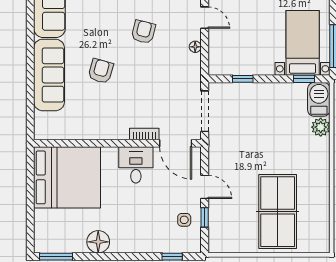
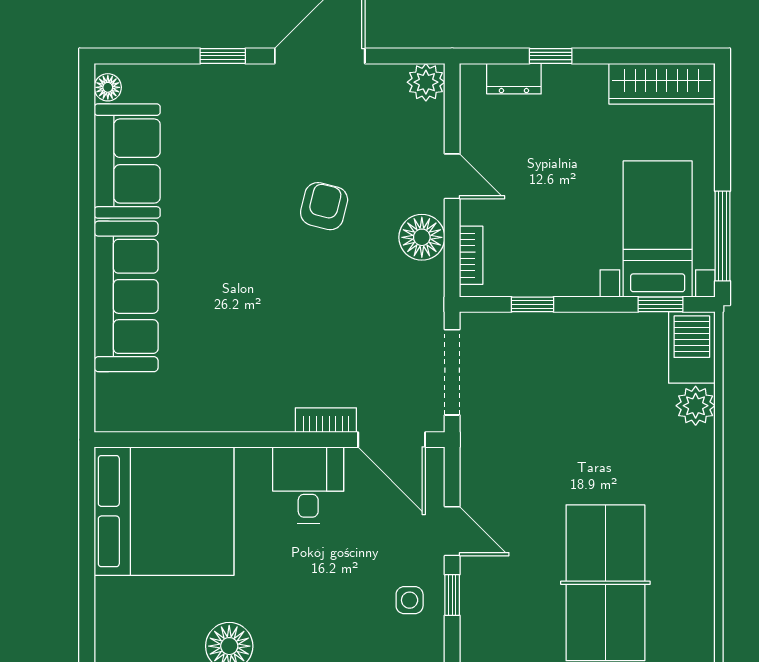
floor lamp: (195, 47) -> (422, 237), width x1.89, depth x1.89
bookcase: (214, 55) -> (471, 255), added
armchair: (101, 71) -> (234, 288), removed

